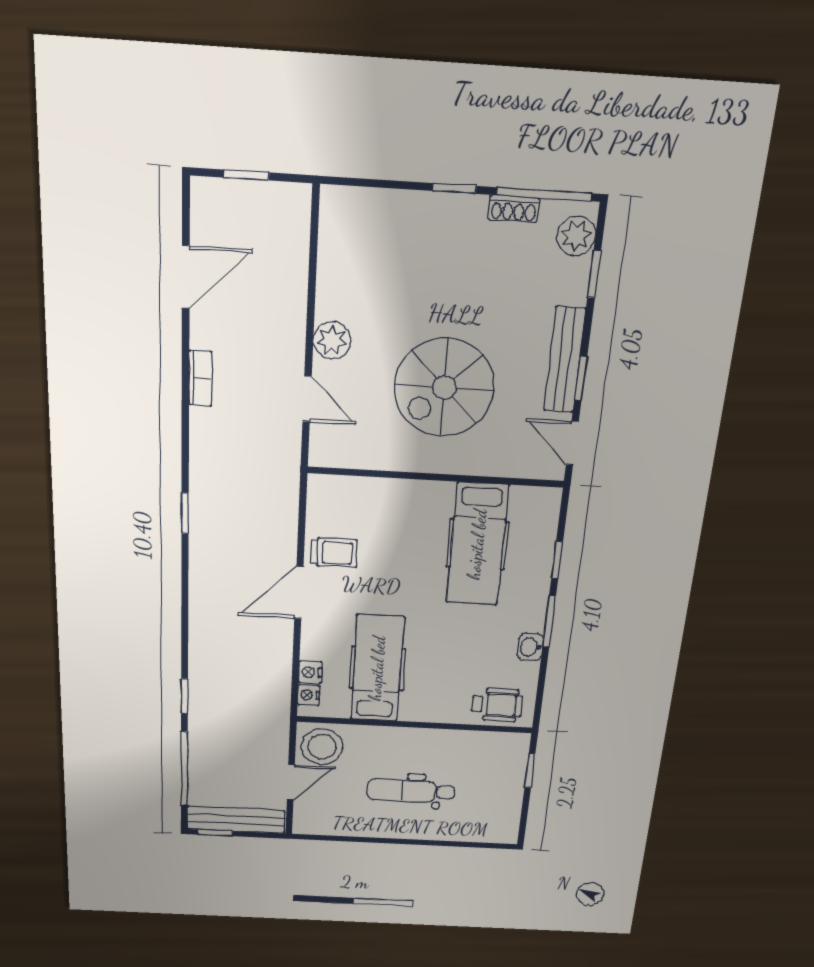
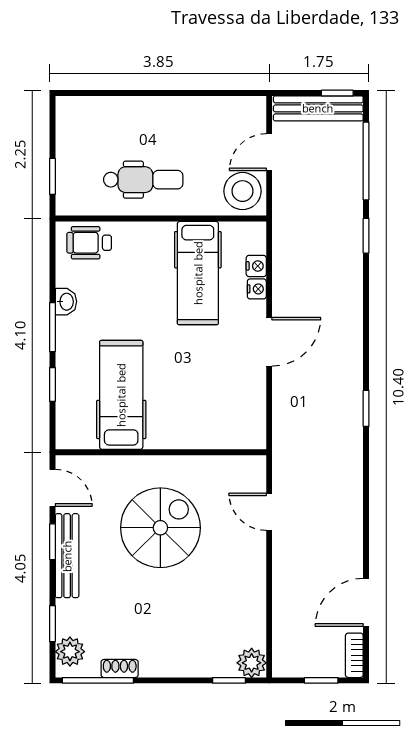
window: (454, 188) -> (229, 680), moved
plant: (332, 340) -> (252, 663), moved
bookcase: (200, 378) -> (354, 655), moved
trolley: (334, 553) -> (241, 380), removed
nightstand: (309, 695) -> (257, 289), moved
dental chair: (411, 791) -> (143, 180), moved

